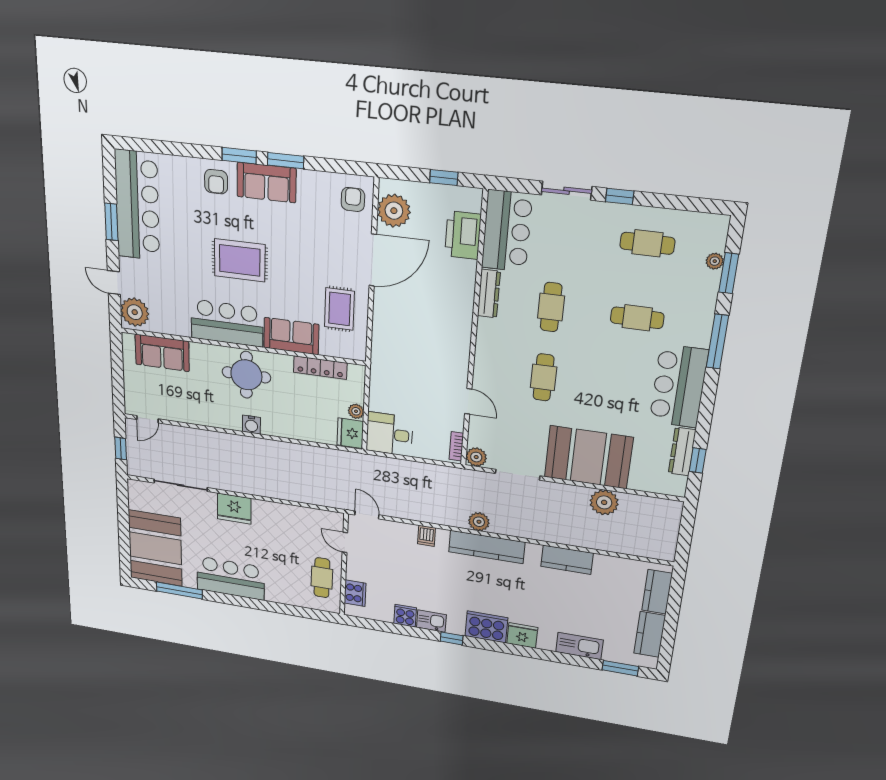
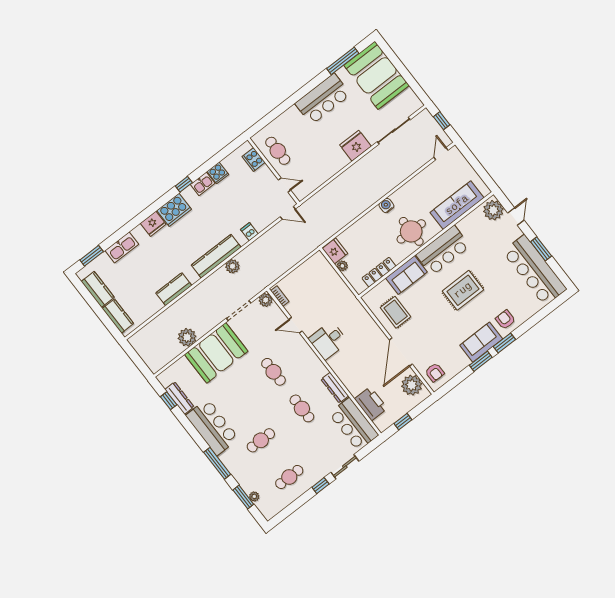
door: (114, 283) -> (516, 216), hinge flipped
sofa: (162, 353) -> (457, 205), width x1.36
desk: (389, 434) -> (328, 340), moved, turned 180

